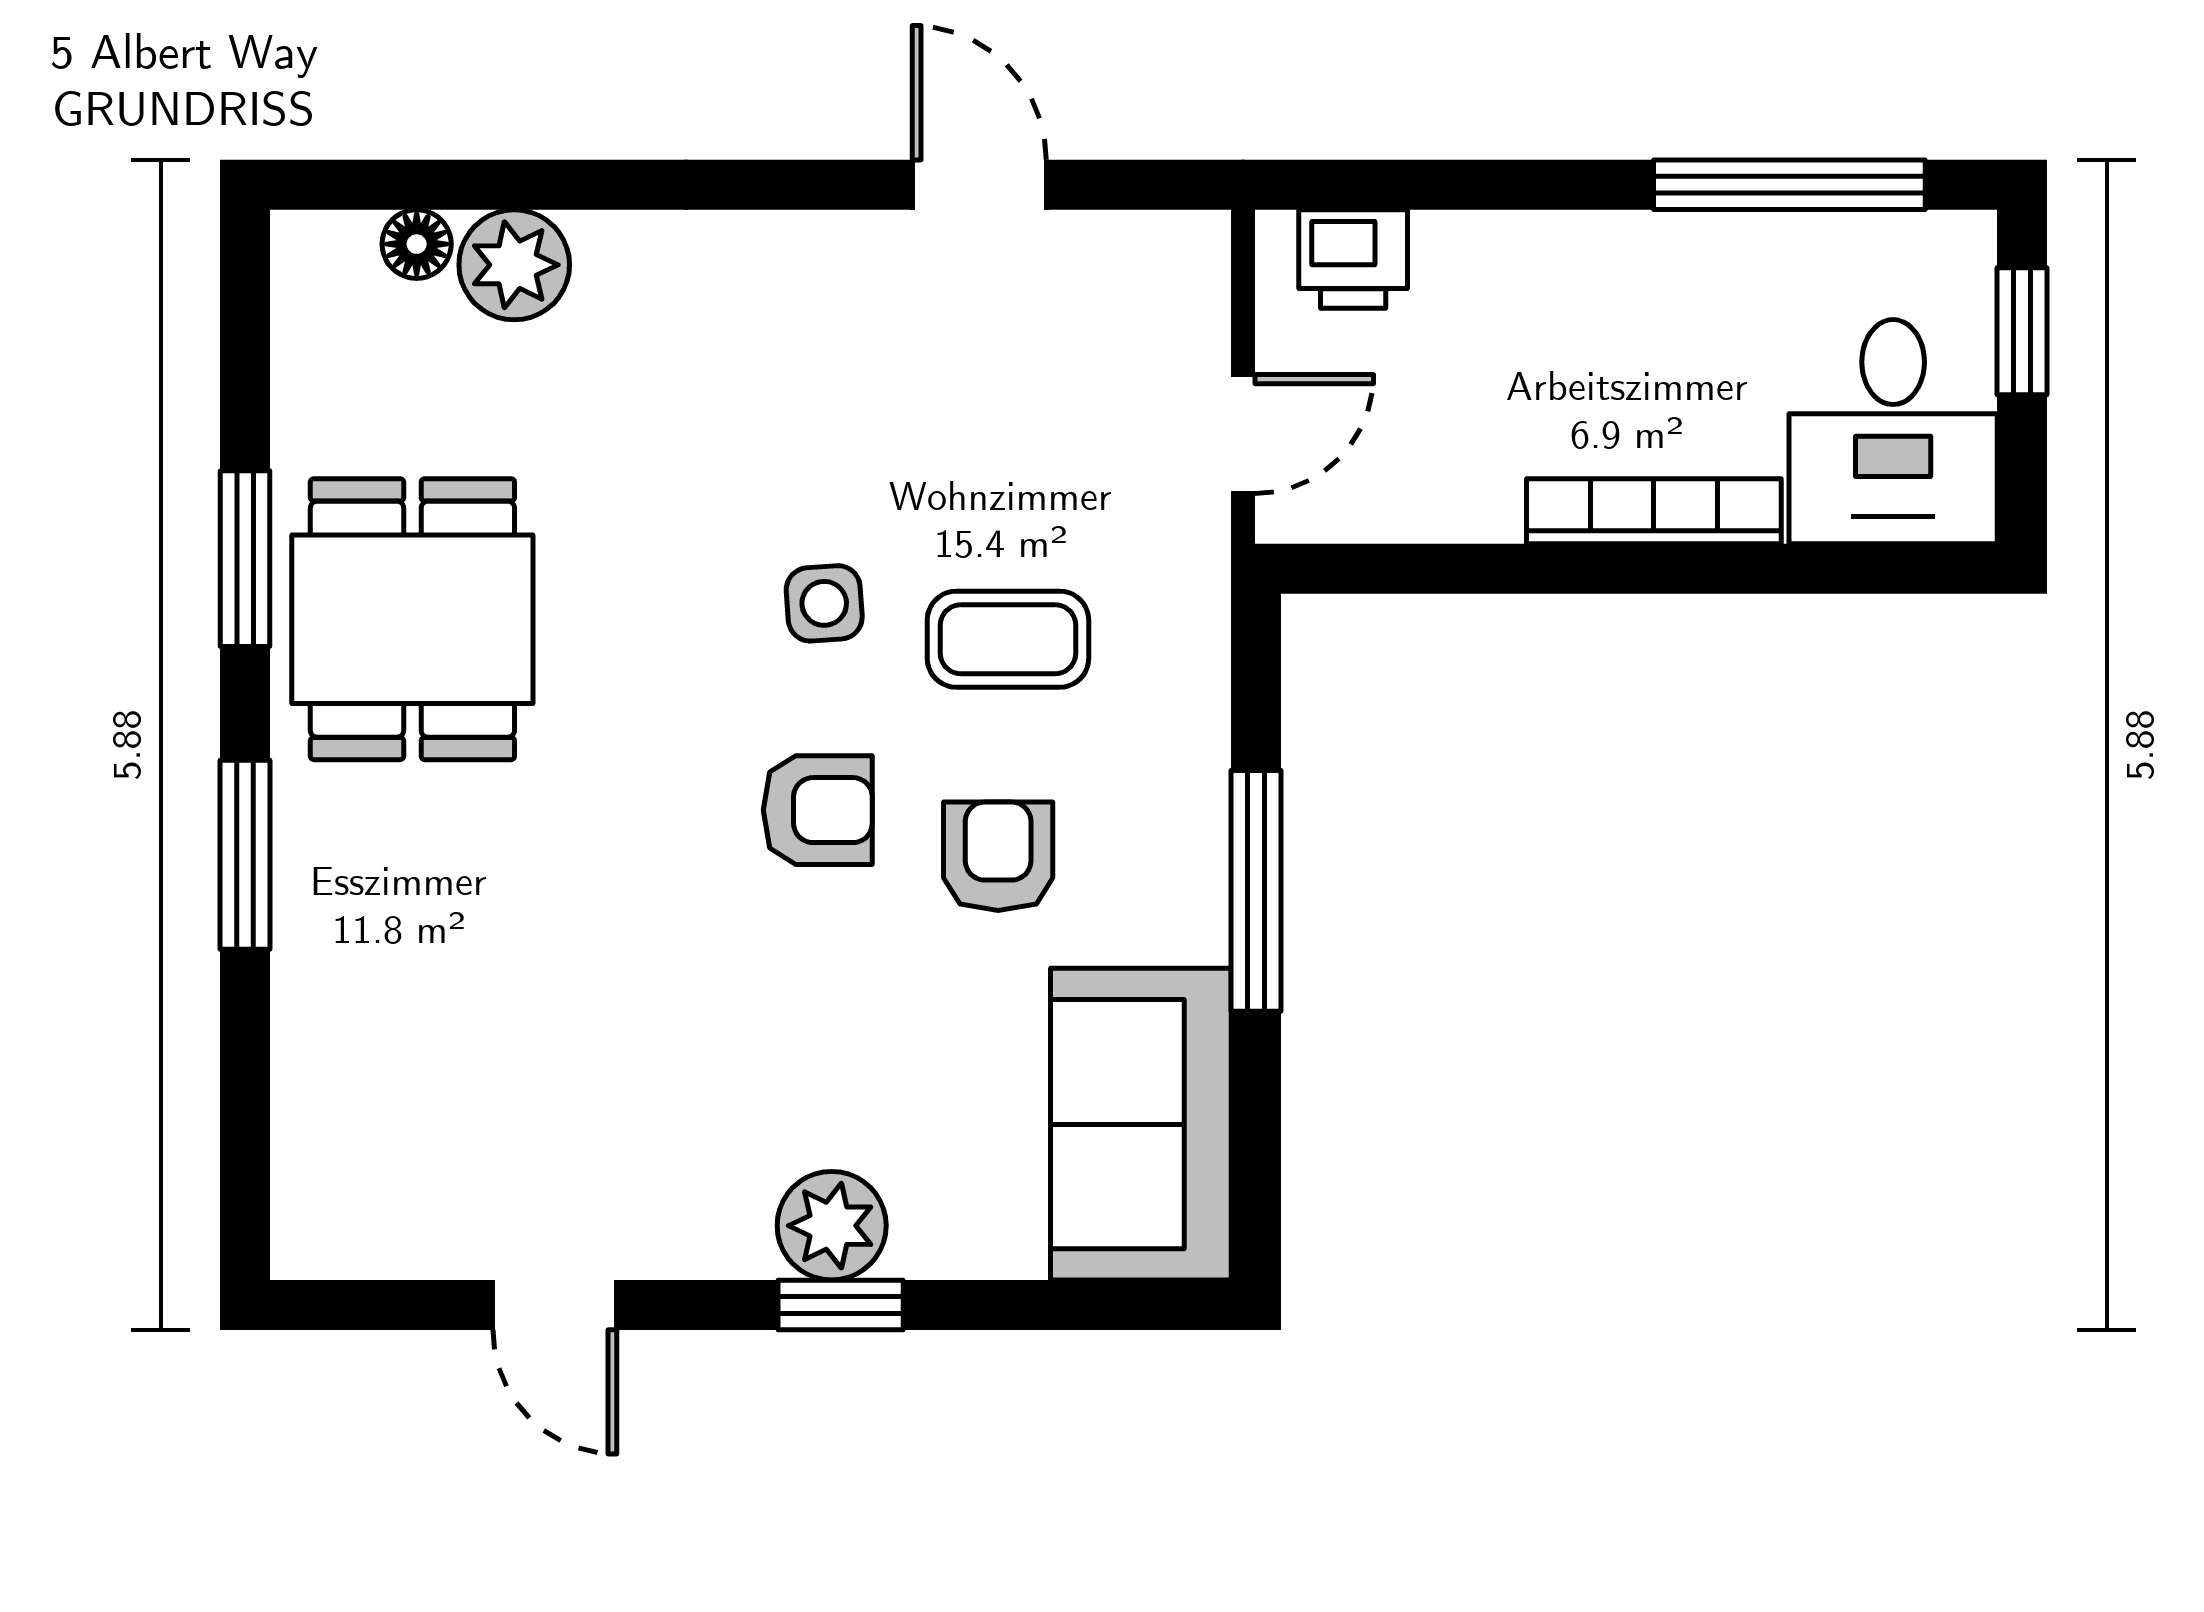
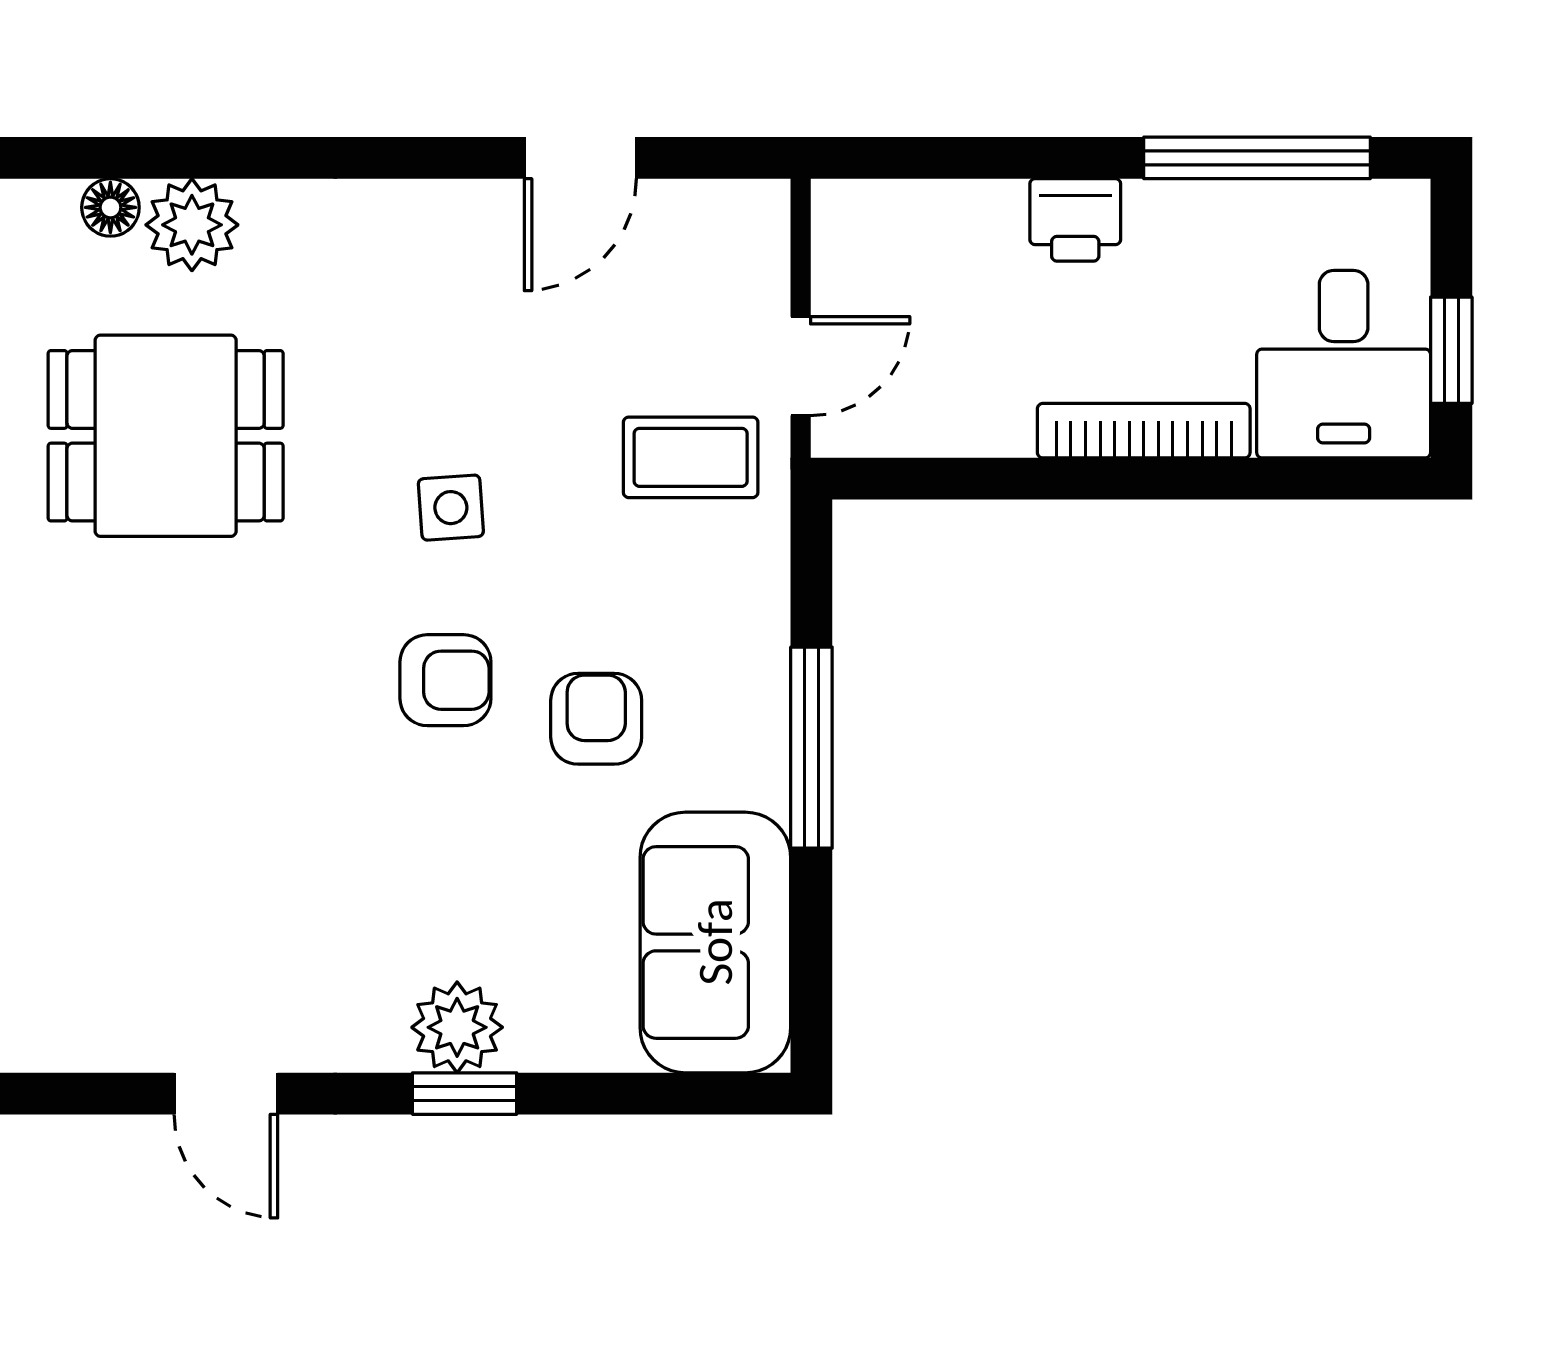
door: (979, 185) -> (580, 158), swing flipped
printer: (1353, 259) -> (1075, 220), moved
window: (2022, 331) -> (1451, 350), moved
dining table: (412, 619) -> (166, 436), moved, turned 90
coffee table: (1008, 639) -> (691, 457), moved

